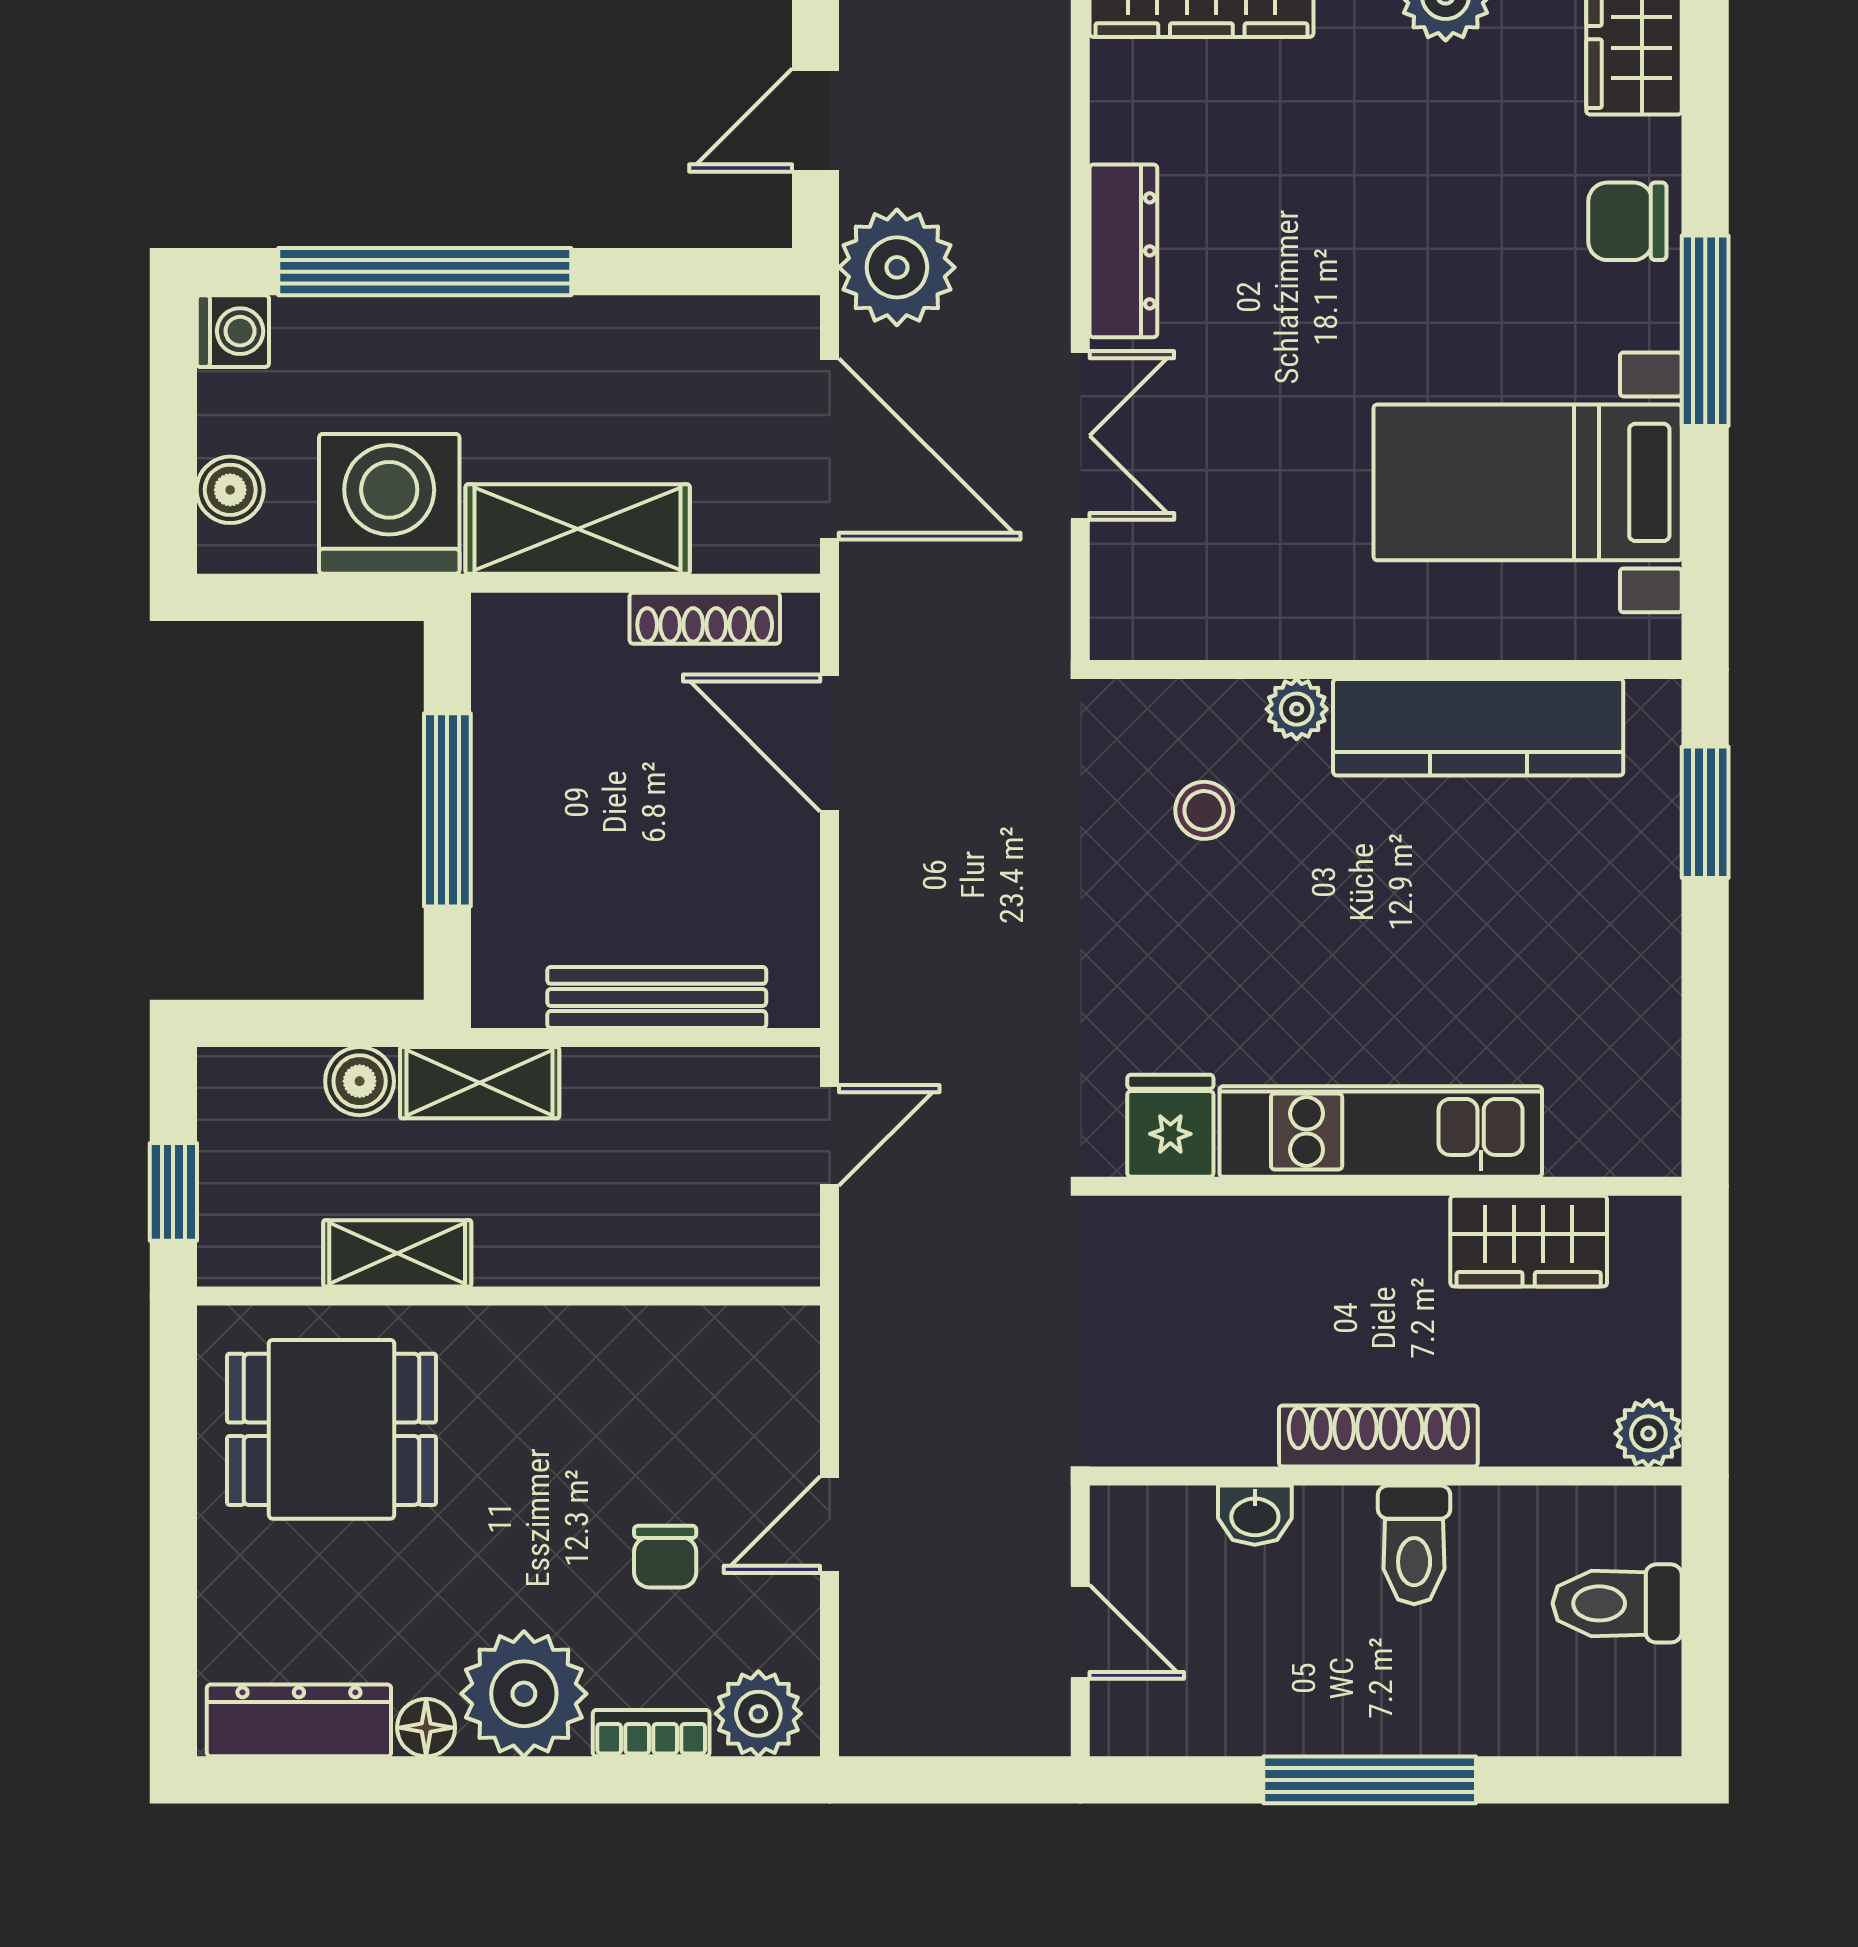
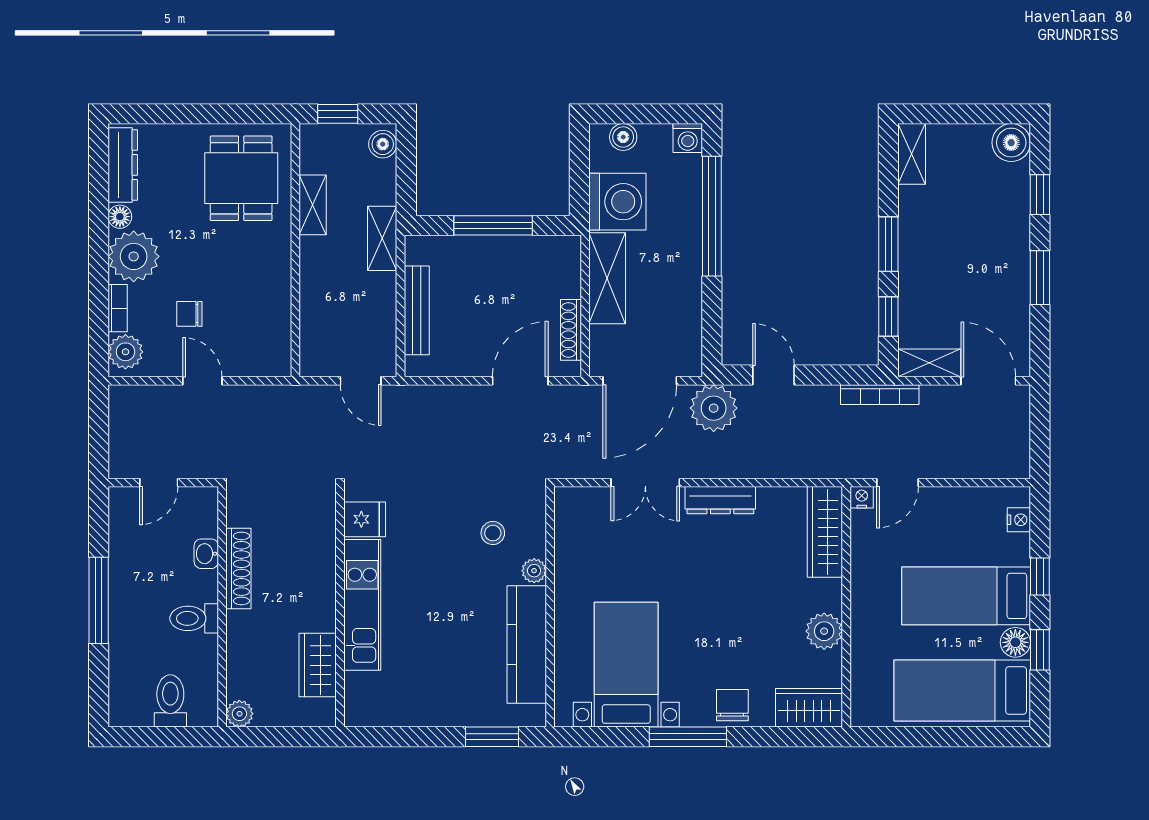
boiler: (360, 1081) -> (383, 144), moved
shoe rack: (1378, 1436) -> (238, 568), moved

